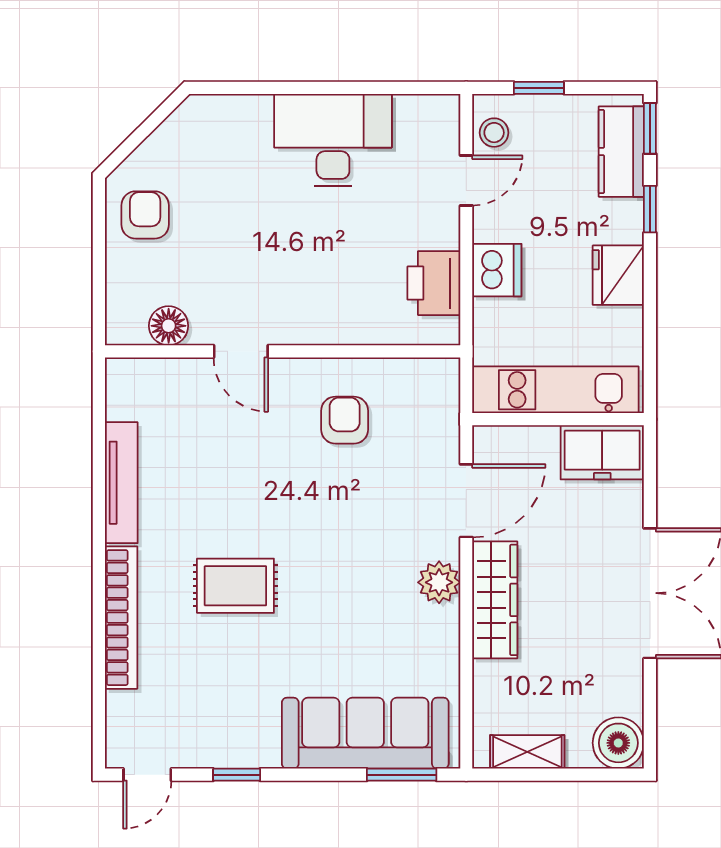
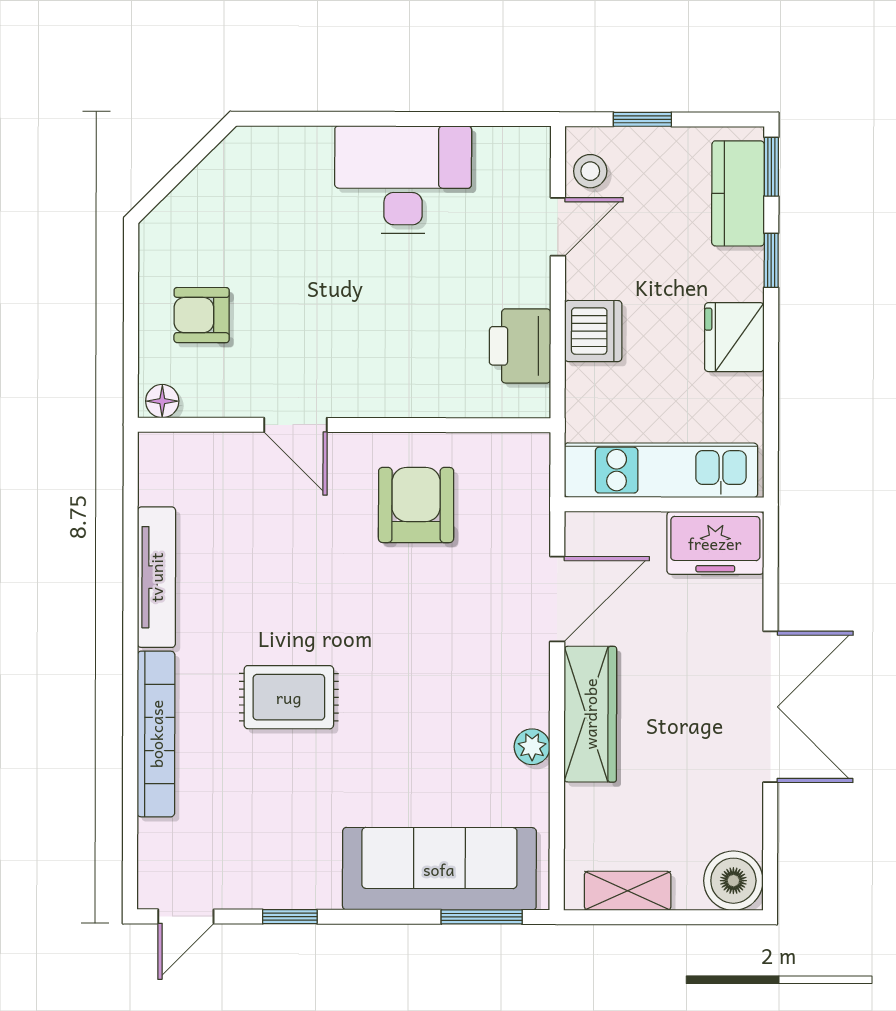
armchair: (145, 215) -> (202, 315), moved, turned -90
floor lamp: (169, 326) -> (162, 401), moved, width x0.73, depth x0.73
armchair: (345, 420) -> (416, 505), width x1.38, depth x1.38
plant: (439, 582) -> (532, 747), moved, width x0.73, depth x0.73

